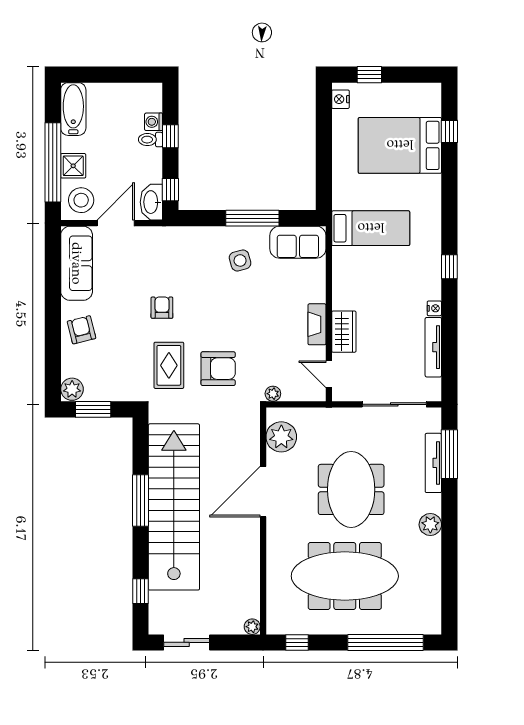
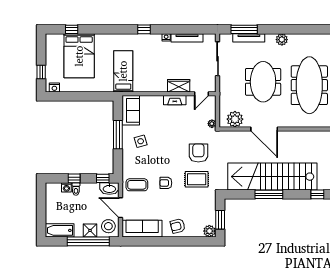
coffee table: (158, 253) -> (137, 185), added
meeting table: (351, 489) -> (263, 82), turned 90

